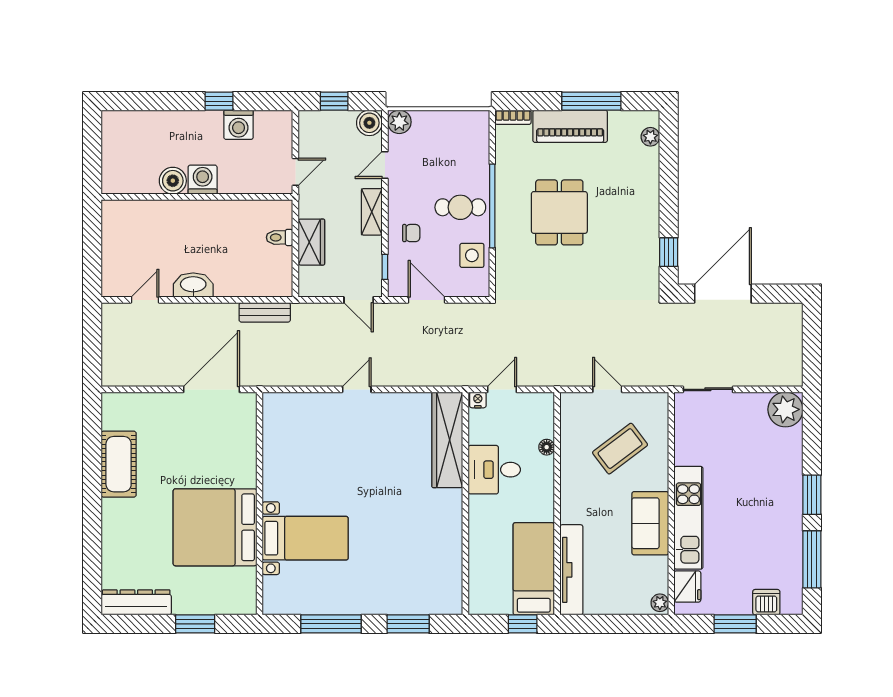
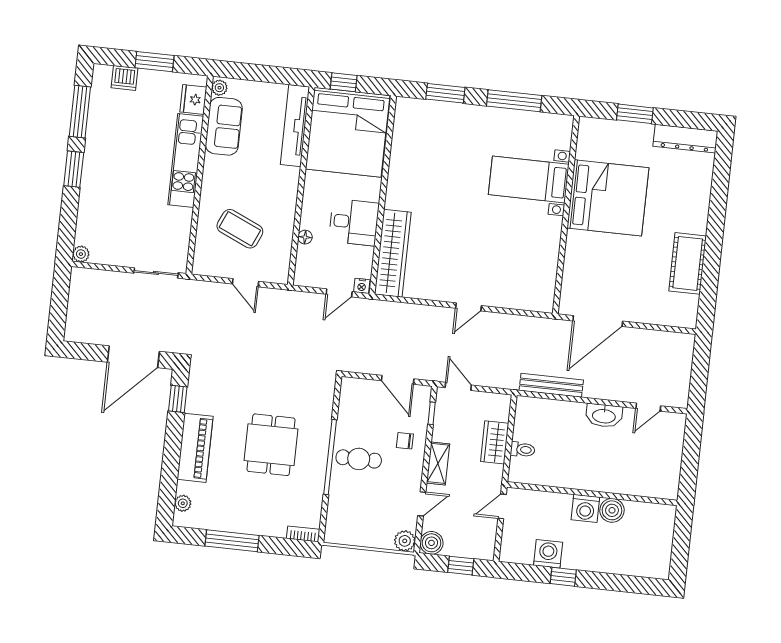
piano: (570, 126) -> (195, 448), moved, turned 90
side table: (472, 255) -> (353, 415), removed
bench: (265, 312) -> (551, 385), width x1.36
plant: (785, 409) -> (81, 254), width x0.53, depth x0.53
coffee table: (620, 449) -> (240, 229), turned 61
sofa: (650, 523) -> (224, 126), moved
bed: (534, 569) -> (348, 132), width x2.04

